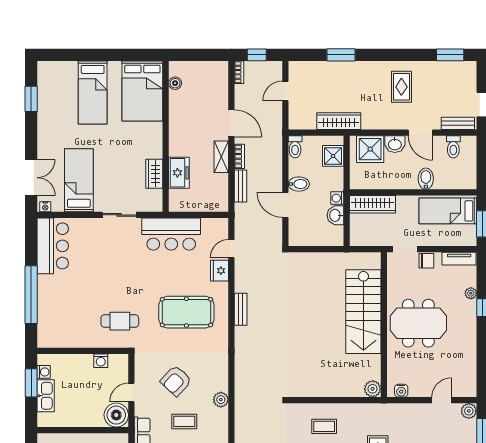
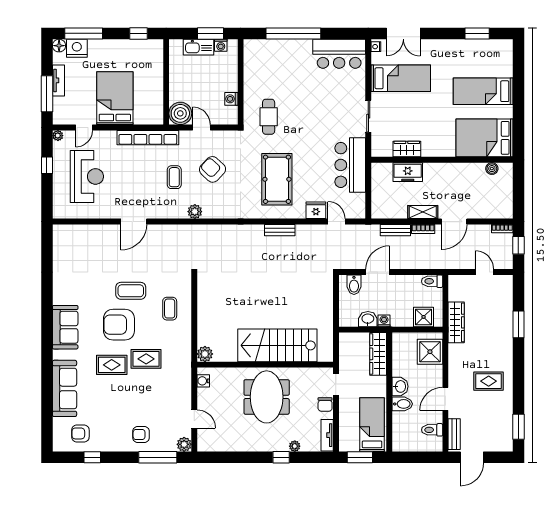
washbasin: (395, 144) -> (400, 386), moved, turned 180
bidet: (299, 184) -> (354, 285), moved

